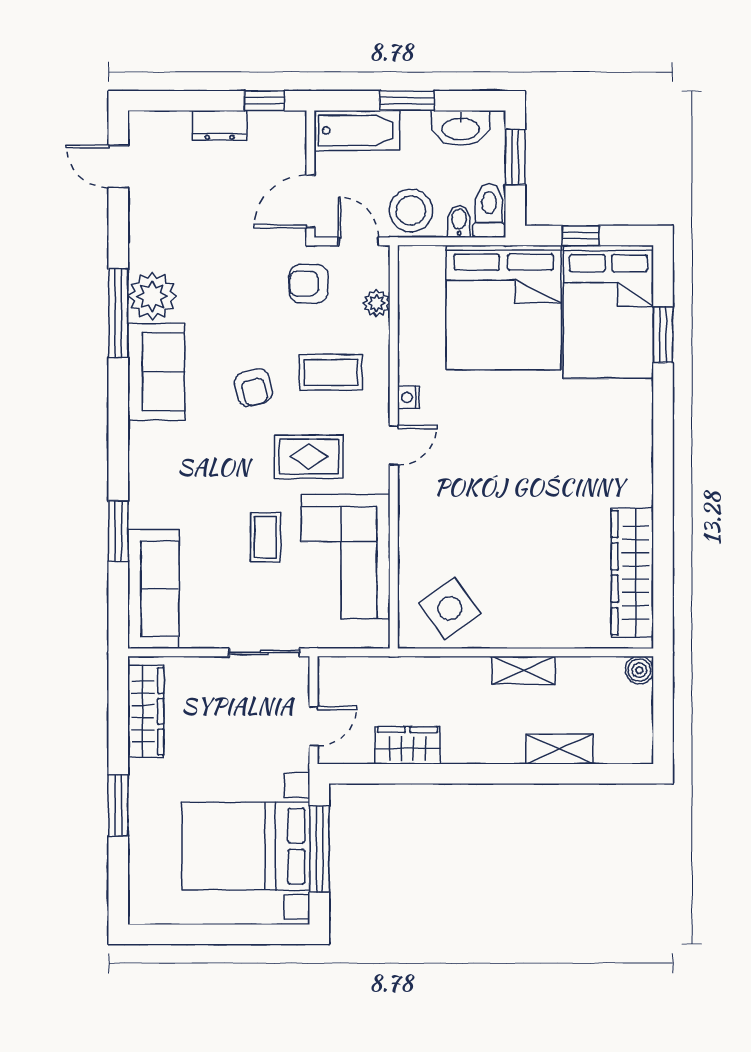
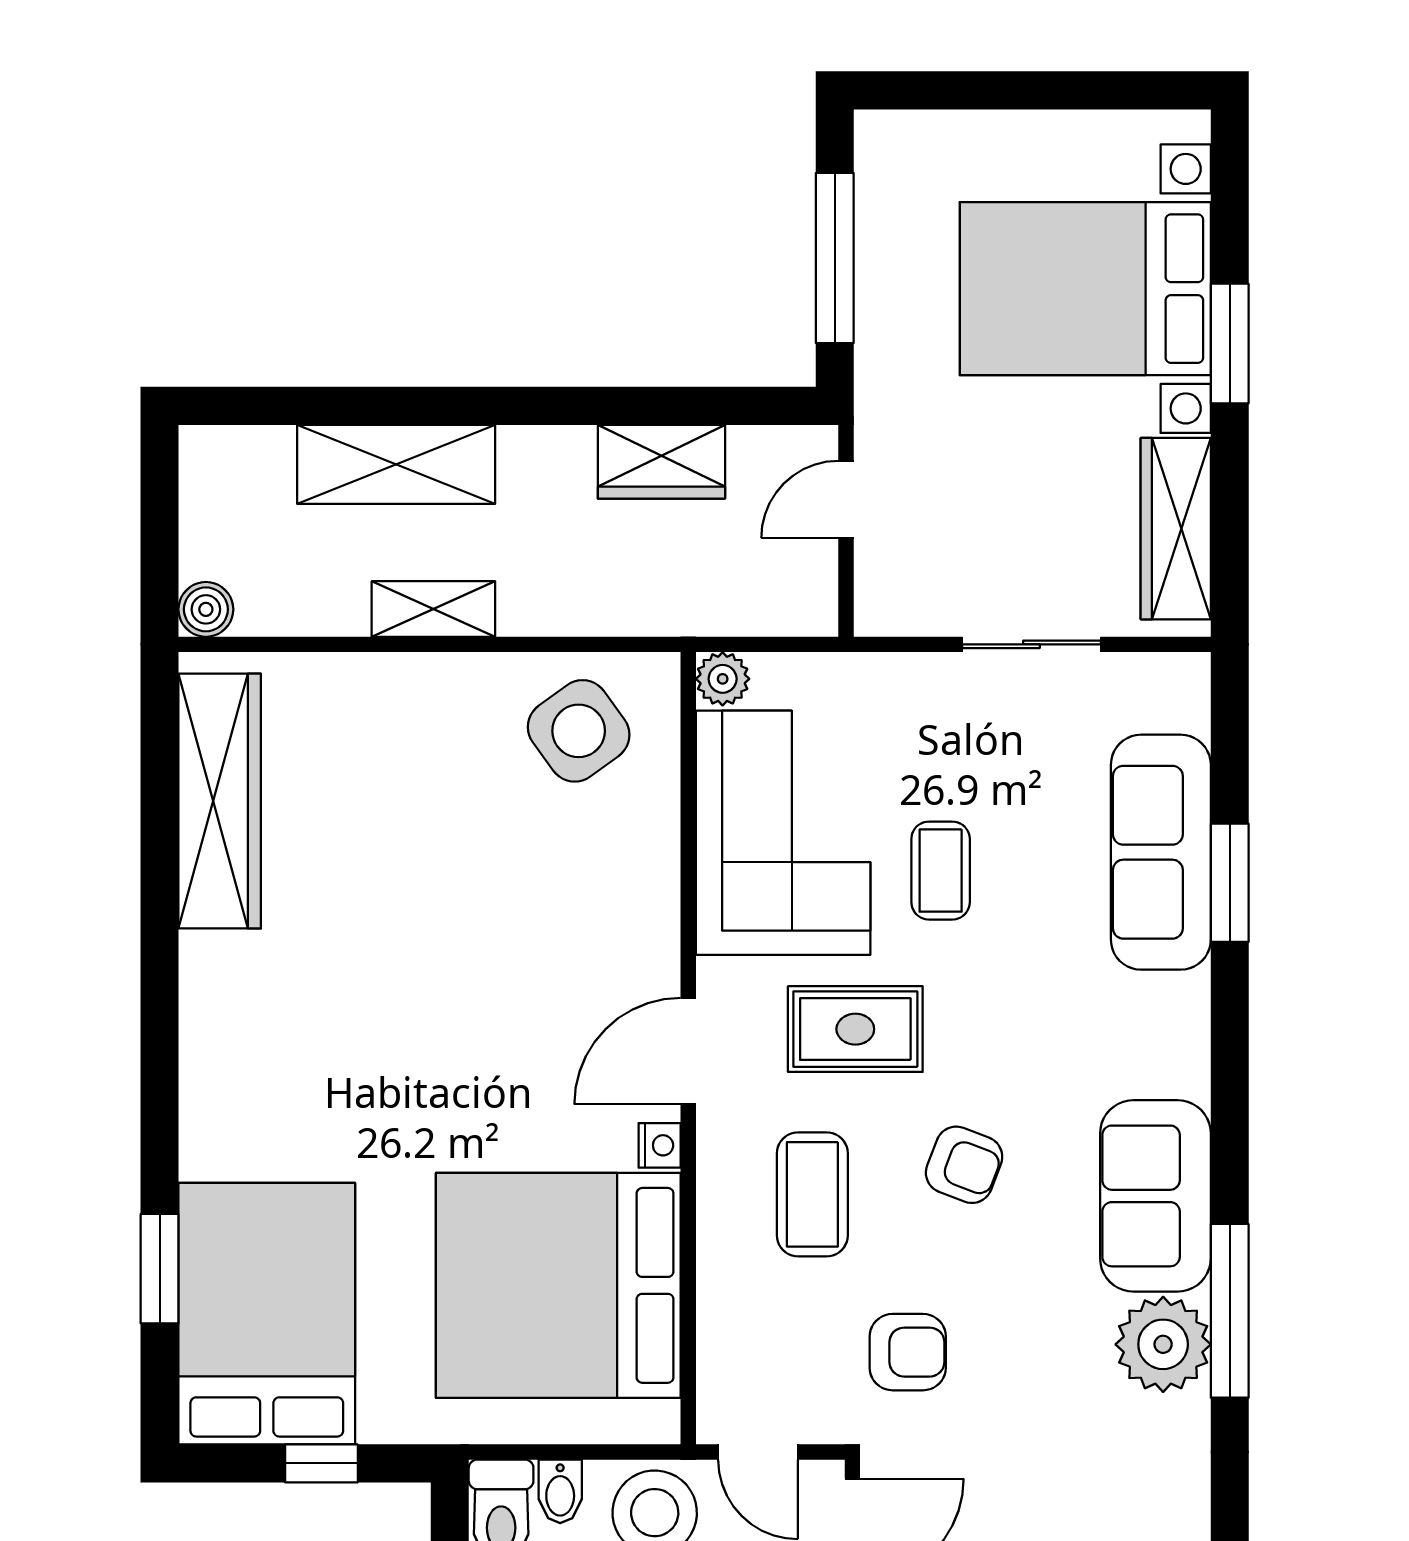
armchair: (309, 284) -> (908, 1352), moved
plant: (376, 303) -> (723, 679), moved
bed: (504, 308) -> (558, 1285), moved, turned -90
coffee table: (331, 372) -> (812, 1194), turned 90
armchair: (254, 388) -> (964, 1165), turned 125
door: (394, 445) -> (688, 1051), width x1.38
sofa: (153, 589) -> (1161, 852), moved
sliding door: (264, 652) -> (1031, 644), moved
shelving: (559, 749) -> (396, 464), width x1.50, depth x1.33
bed with nightstands: (246, 846) -> (1085, 289), moved, turned 180

